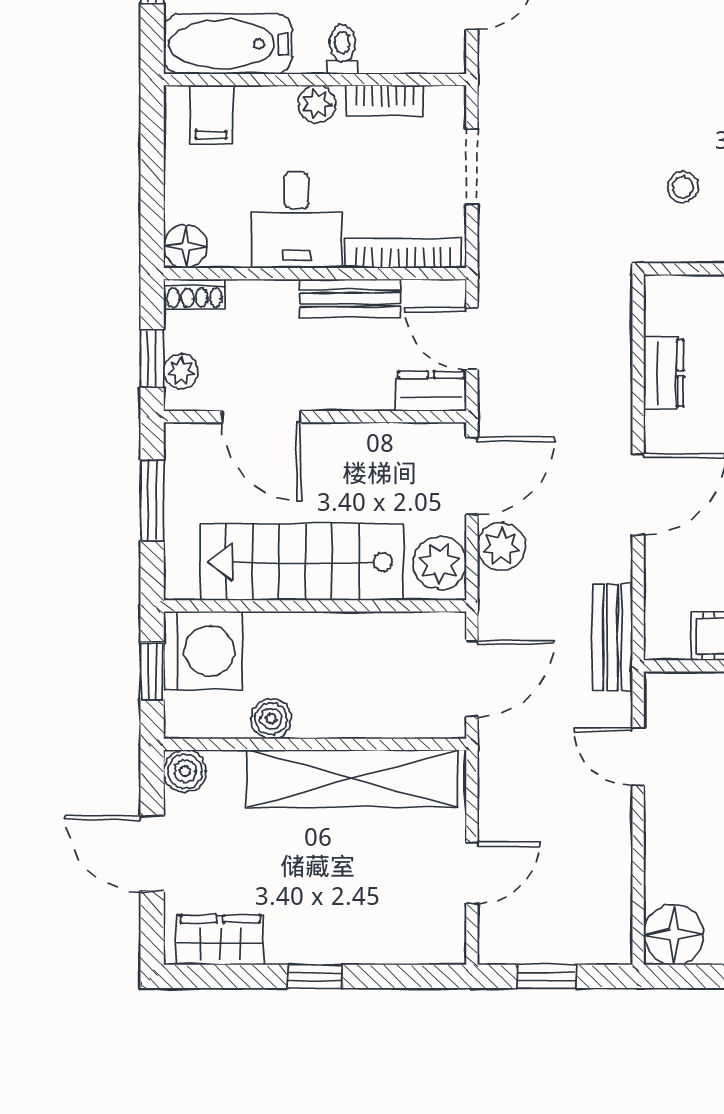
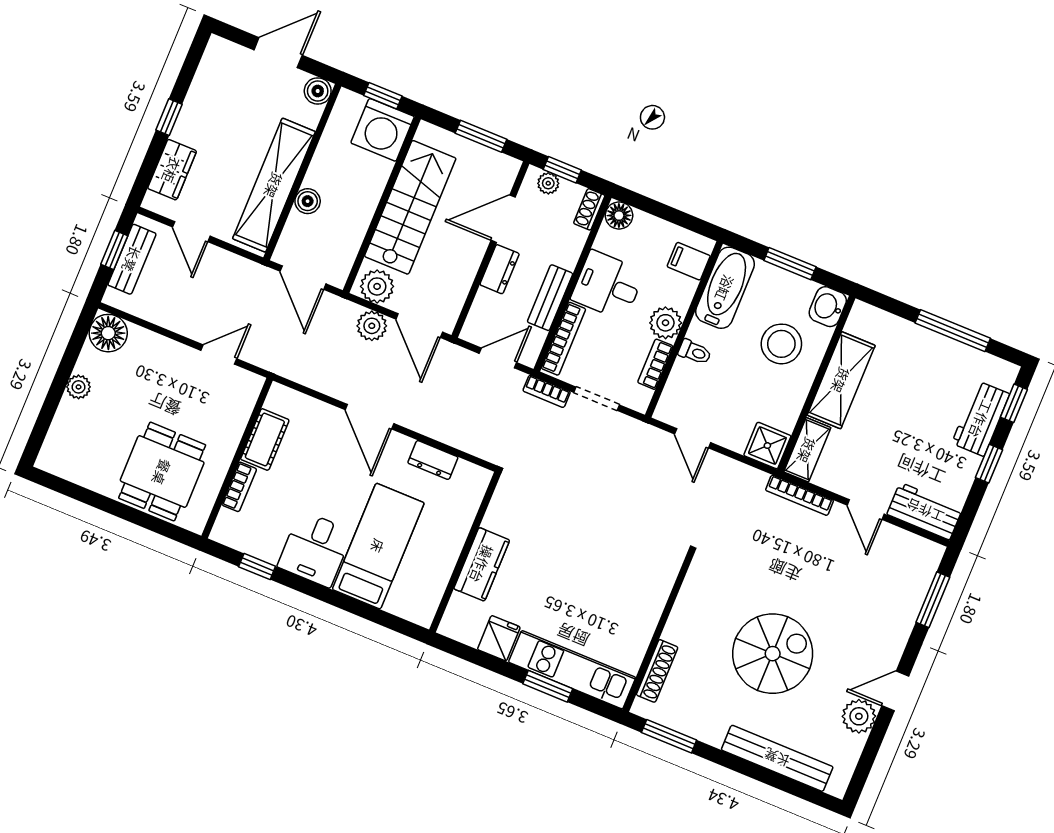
plant: (317, 104) -> (666, 323), width x1.38, depth x1.38
stool: (683, 187) -> (535, 515), removed
bookcase: (492, 246) -> (547, 391), added
dresser: (431, 391) -> (500, 269), moved
bench: (612, 637) -> (132, 259), moved, turned 90
boiler: (271, 719) -> (308, 201), moved
wardrobe: (220, 940) -> (172, 170), moved

